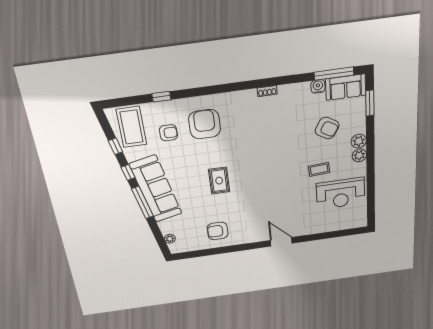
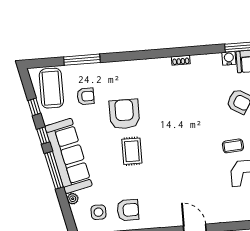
window: (161, 97) -> (82, 60), width x2.17
armchair: (205, 124) -> (124, 114), moved
armchair: (218, 231) -> (128, 210), turned 180
side table: (189, 235) -> (98, 212), added
plant: (170, 239) -> (73, 199), moved

